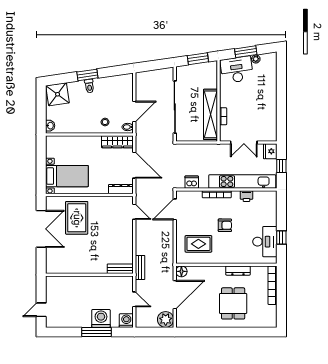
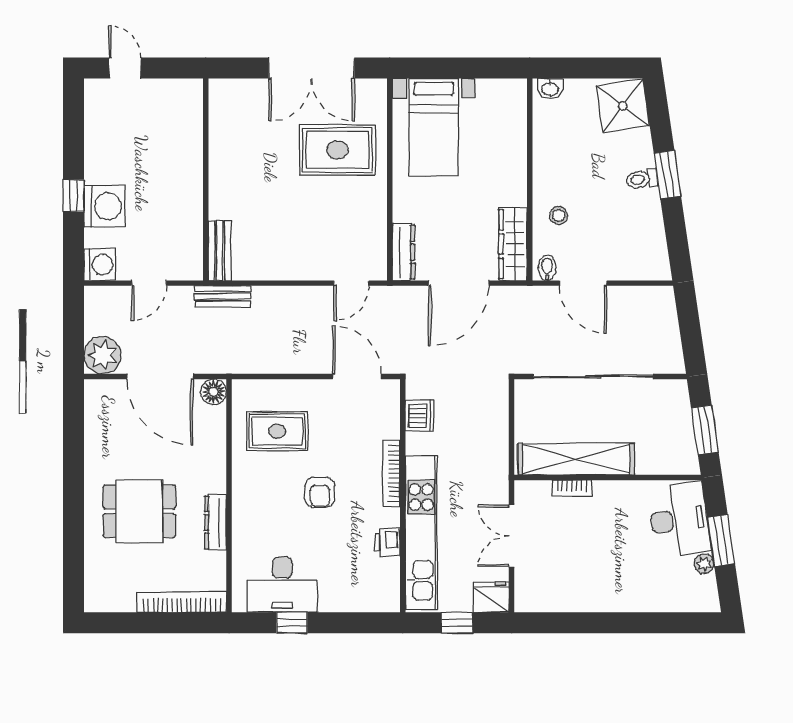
rug: (198, 244) -> (277, 431), turned 90
window: (97, 332) -> (74, 196), width x0.46

